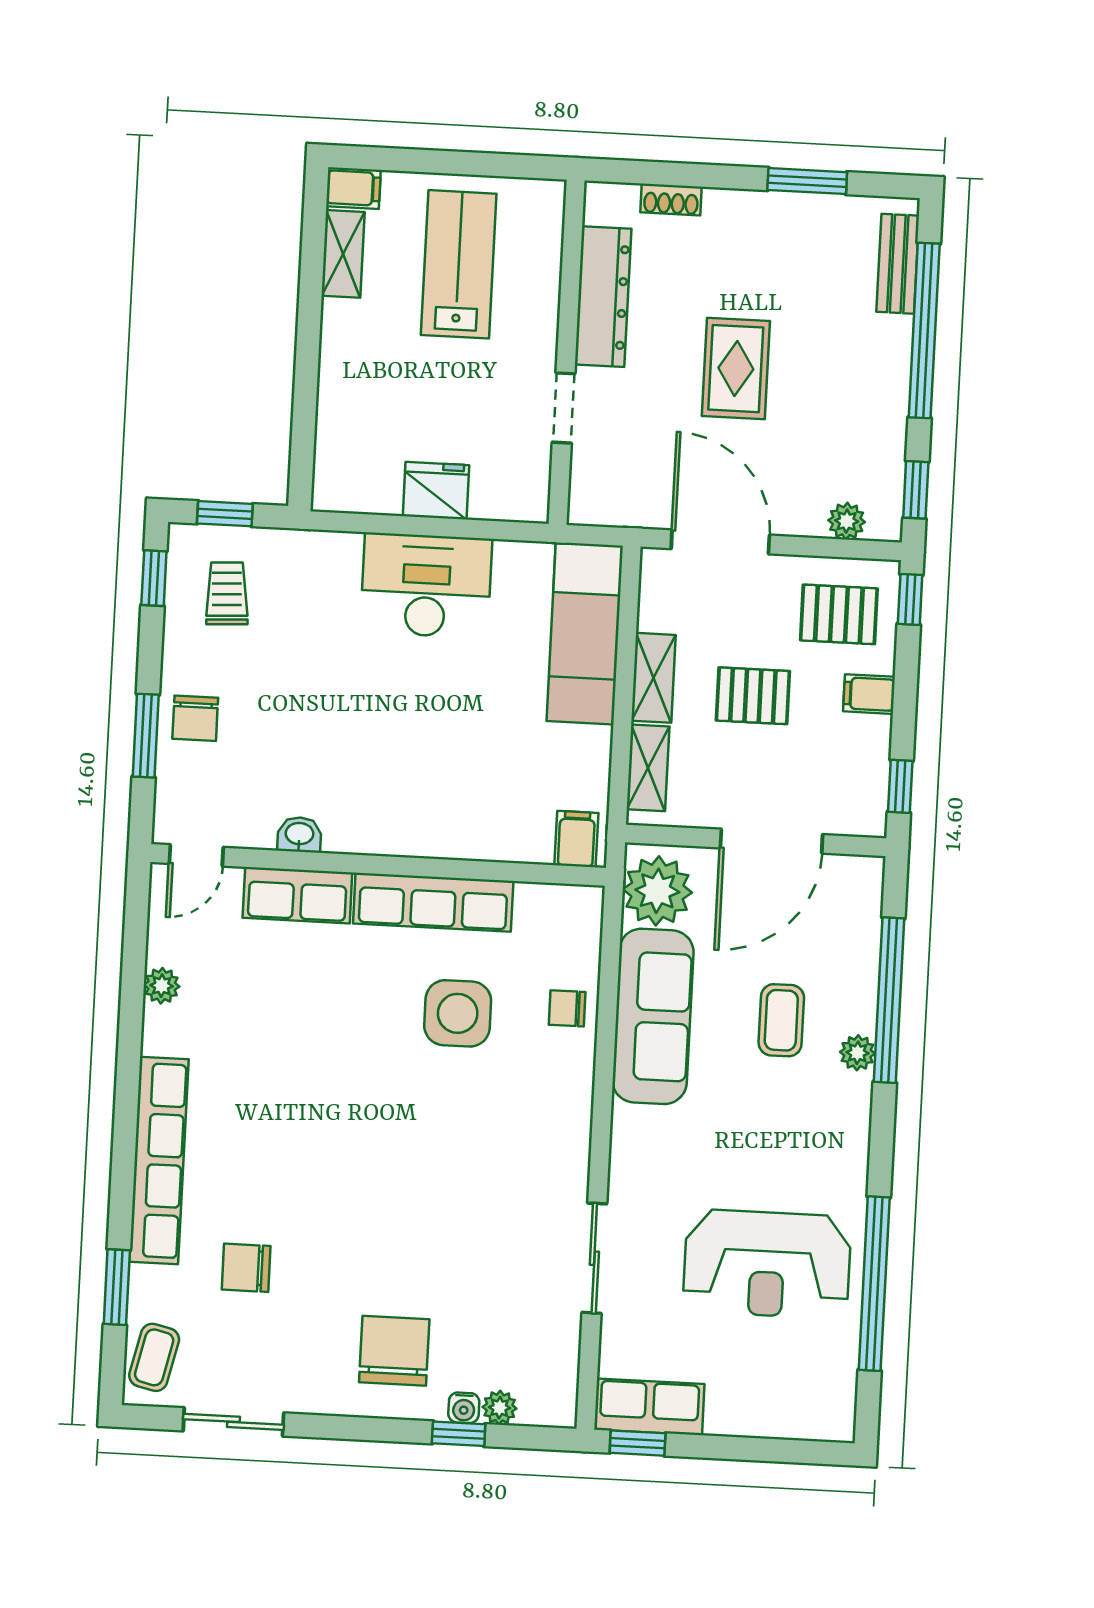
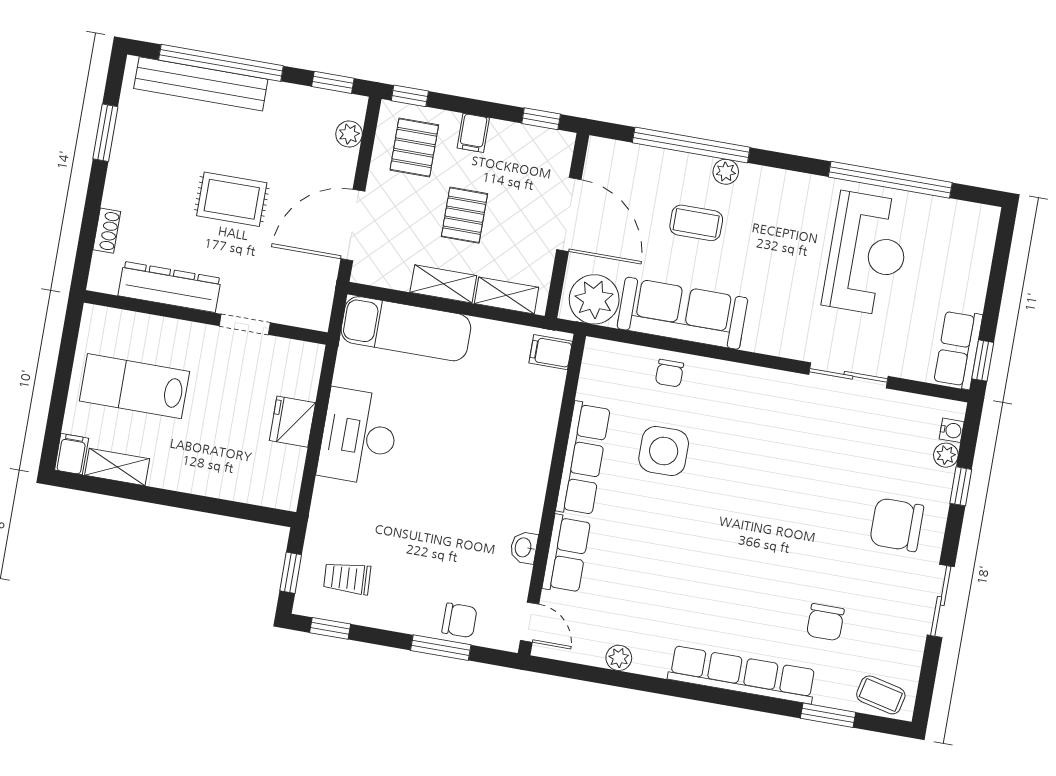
bench: (898, 264) -> (201, 84), width x1.86, depth x1.21
chair: (195, 718) -> (459, 620), moved
water cooler: (464, 1408) -> (952, 430), moved
sliding door: (233, 1422) -> (941, 601), moved

